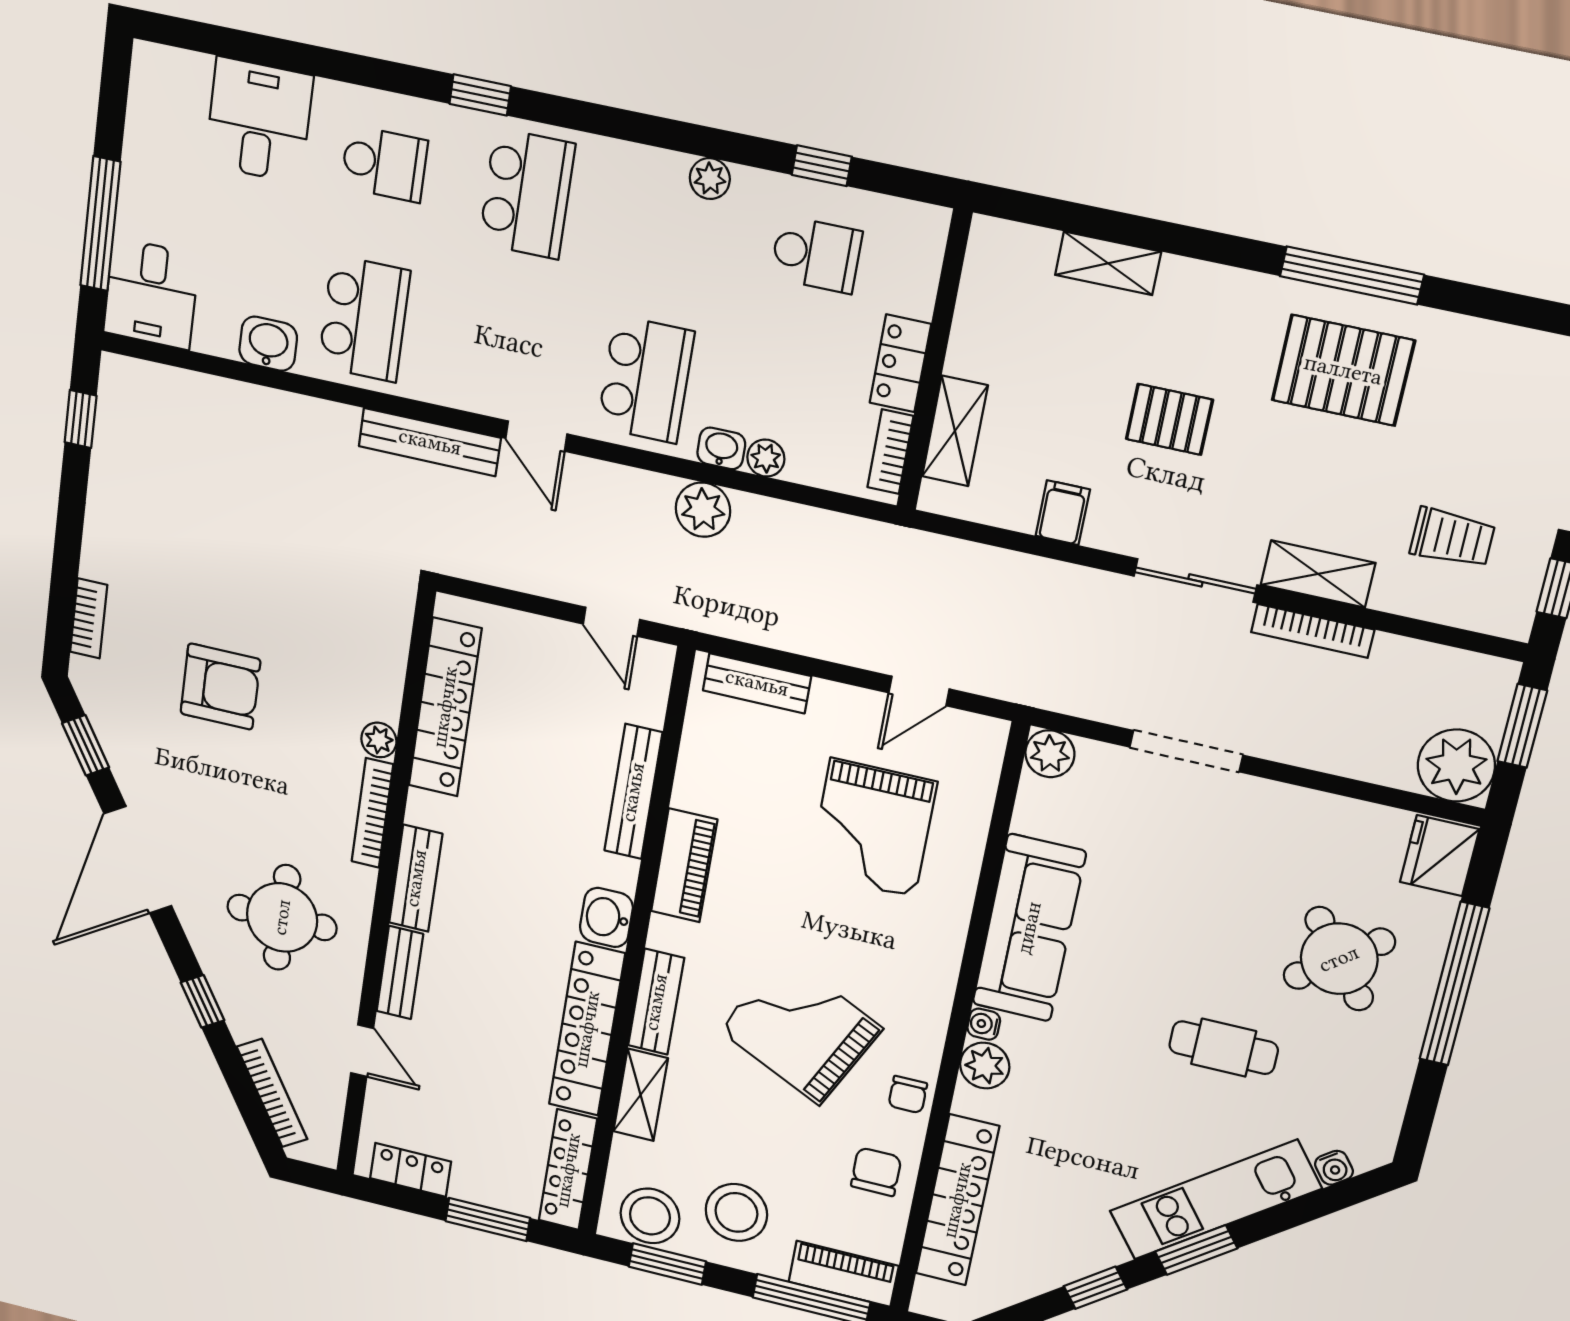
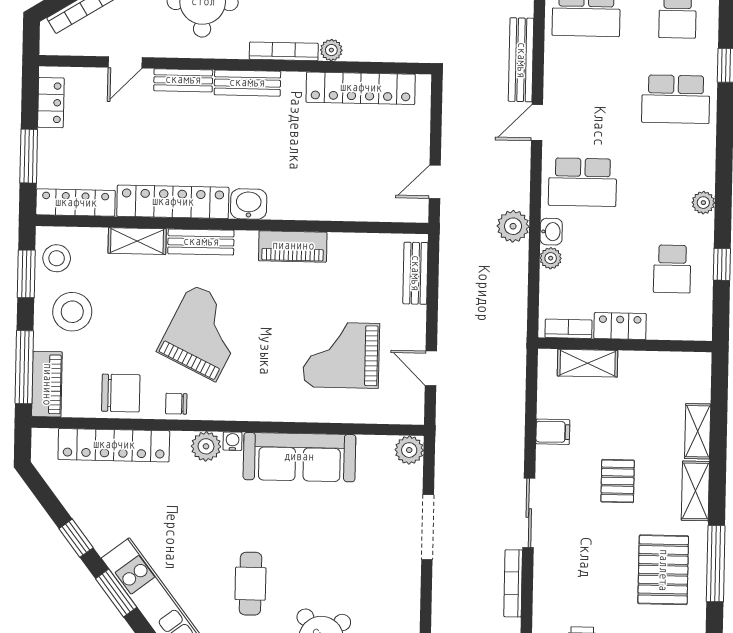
shelving: (1318, 574) -> (695, 491), moved
bench: (633, 792) -> (332, 209), removed
chair: (876, 1172) -> (121, 393), width x1.37, depth x1.37
stool: (650, 1216) -> (57, 258), width x0.73, depth x0.73

